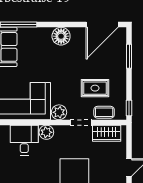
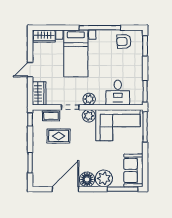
door: (102, 25) -> (65, 189), moved
plant: (41, 37) -> (104, 178), added
plant: (46, 132) -> (89, 99), moved
wardrobe: (107, 133) -> (39, 93), moved, turned 90

